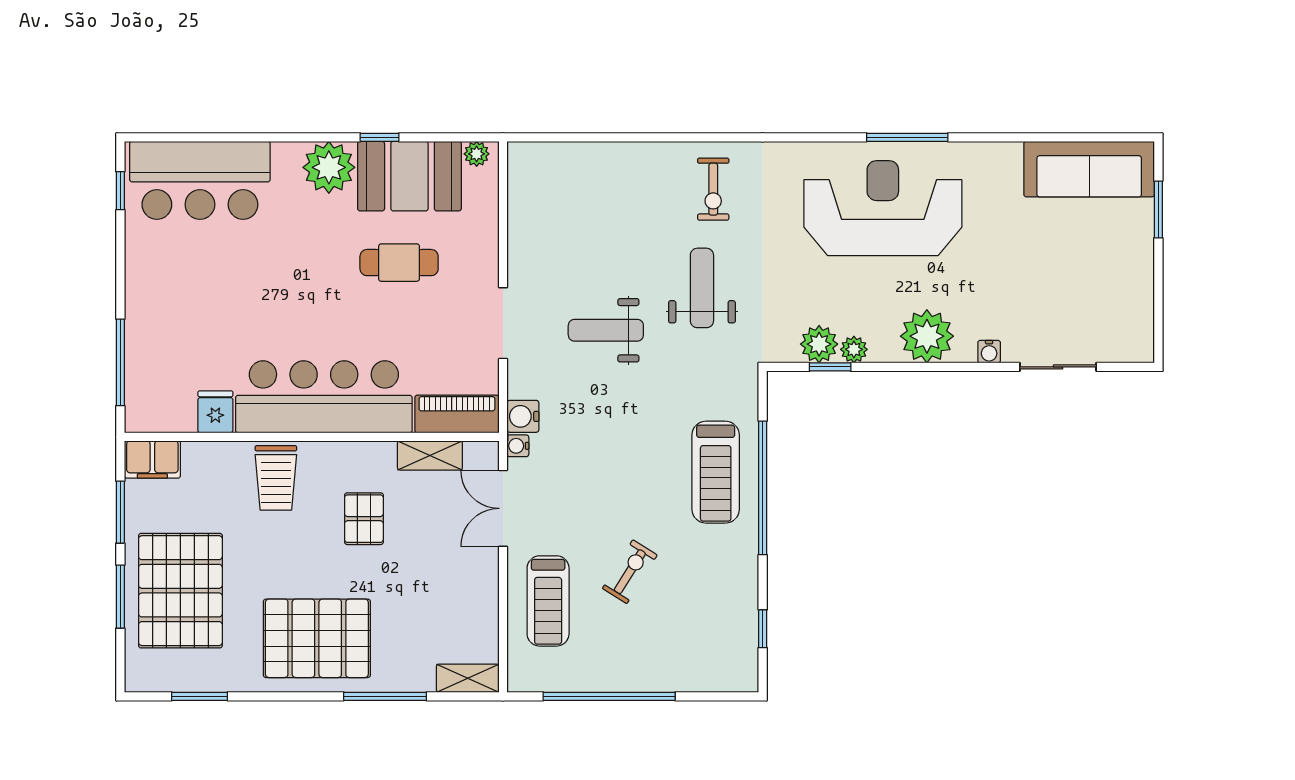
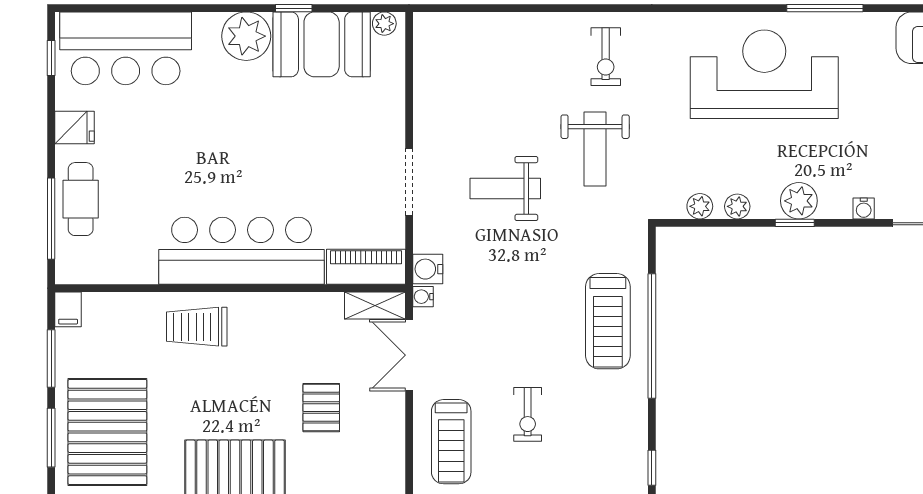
window: (907, 137) -> (825, 8), moved
cafe table: (399, 263) -> (81, 199), moved, turned 90
weight bench: (702, 288) -> (595, 149), turned 180
plant: (927, 336) -> (799, 201), width x0.73, depth x0.73
plant: (819, 344) -> (700, 206), width x0.73, depth x0.73
window: (830, 367) -> (795, 223), moved
fridge: (215, 412) -> (74, 127), moved, turned 90
shelving: (430, 455) -> (375, 306), moved
filing cabinet: (152, 459) -> (68, 309), width x0.50
trolley: (276, 478) -> (197, 327), turned 90
pallet: (364, 519) -> (321, 408), moved
exercise bike: (630, 572) -> (528, 414), turned 148

